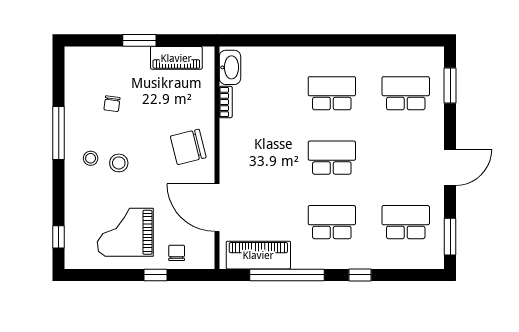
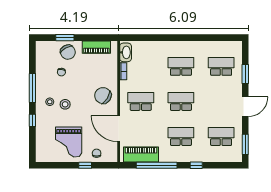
window: (139, 40) -> (65, 38), moved
chair: (124, 67) -> (68, 52), added
window: (450, 86) -> (245, 74), moved
chair: (188, 147) -> (103, 96), turned 46
school desk: (258, 158) -> (141, 101), added
grand piano: (125, 232) -> (69, 142), turned -90
window: (59, 237) -> (32, 120), moved

